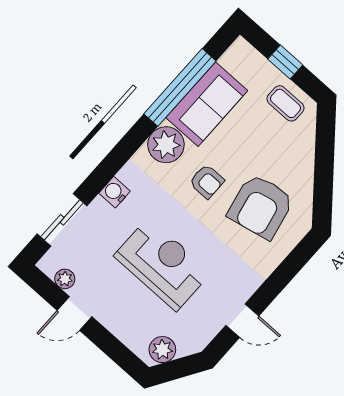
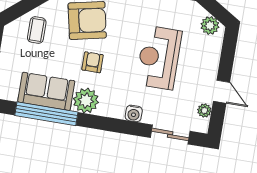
coffee table: (285, 103) -> (37, 30), moved

